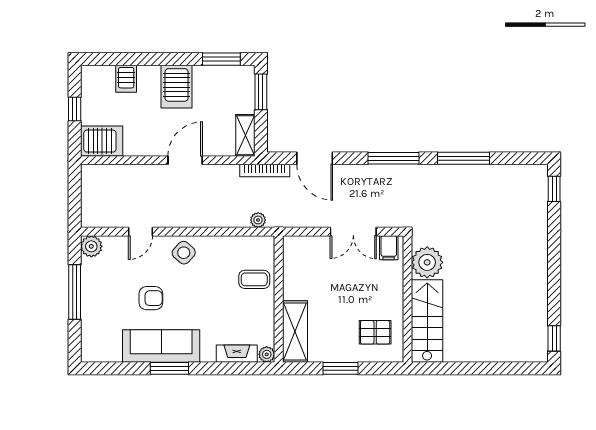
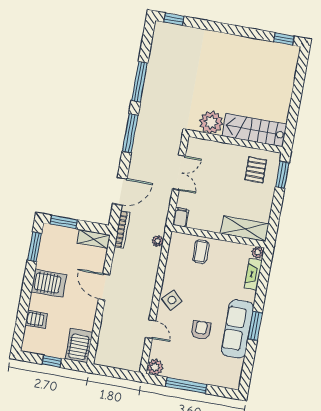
filing cabinet: (389, 248) -> (181, 217), moved, turned -90
window: (341, 368) -> (282, 175), moved

